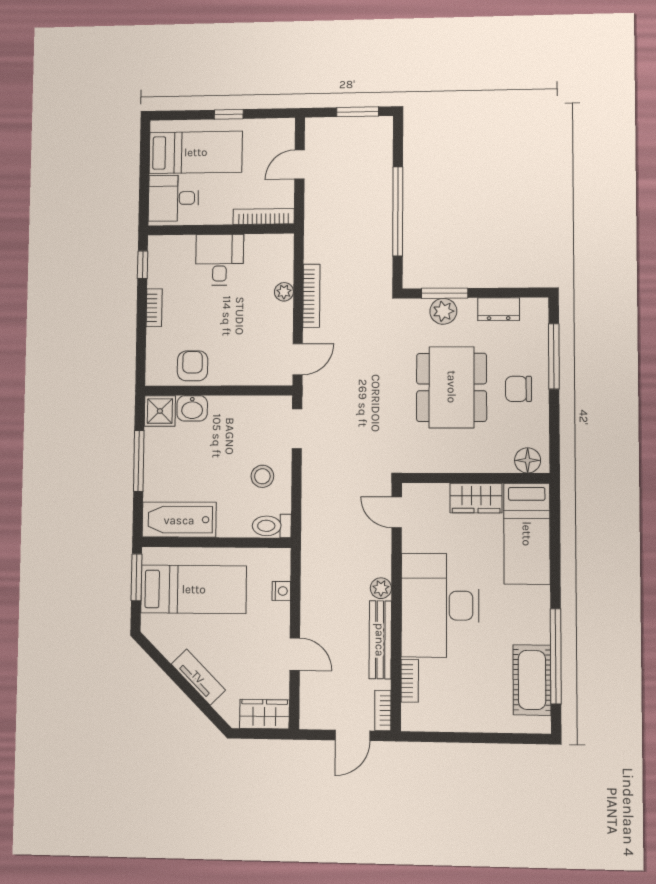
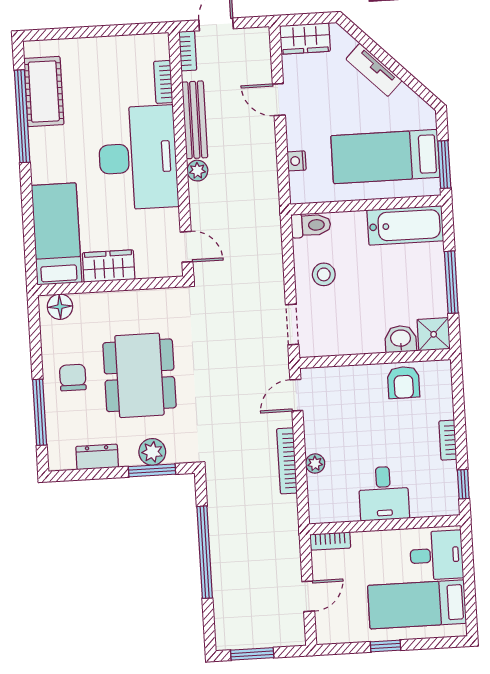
bookcase: (264, 216) -> (330, 541), width x0.64
chair: (519, 389) -> (73, 378), turned -90

